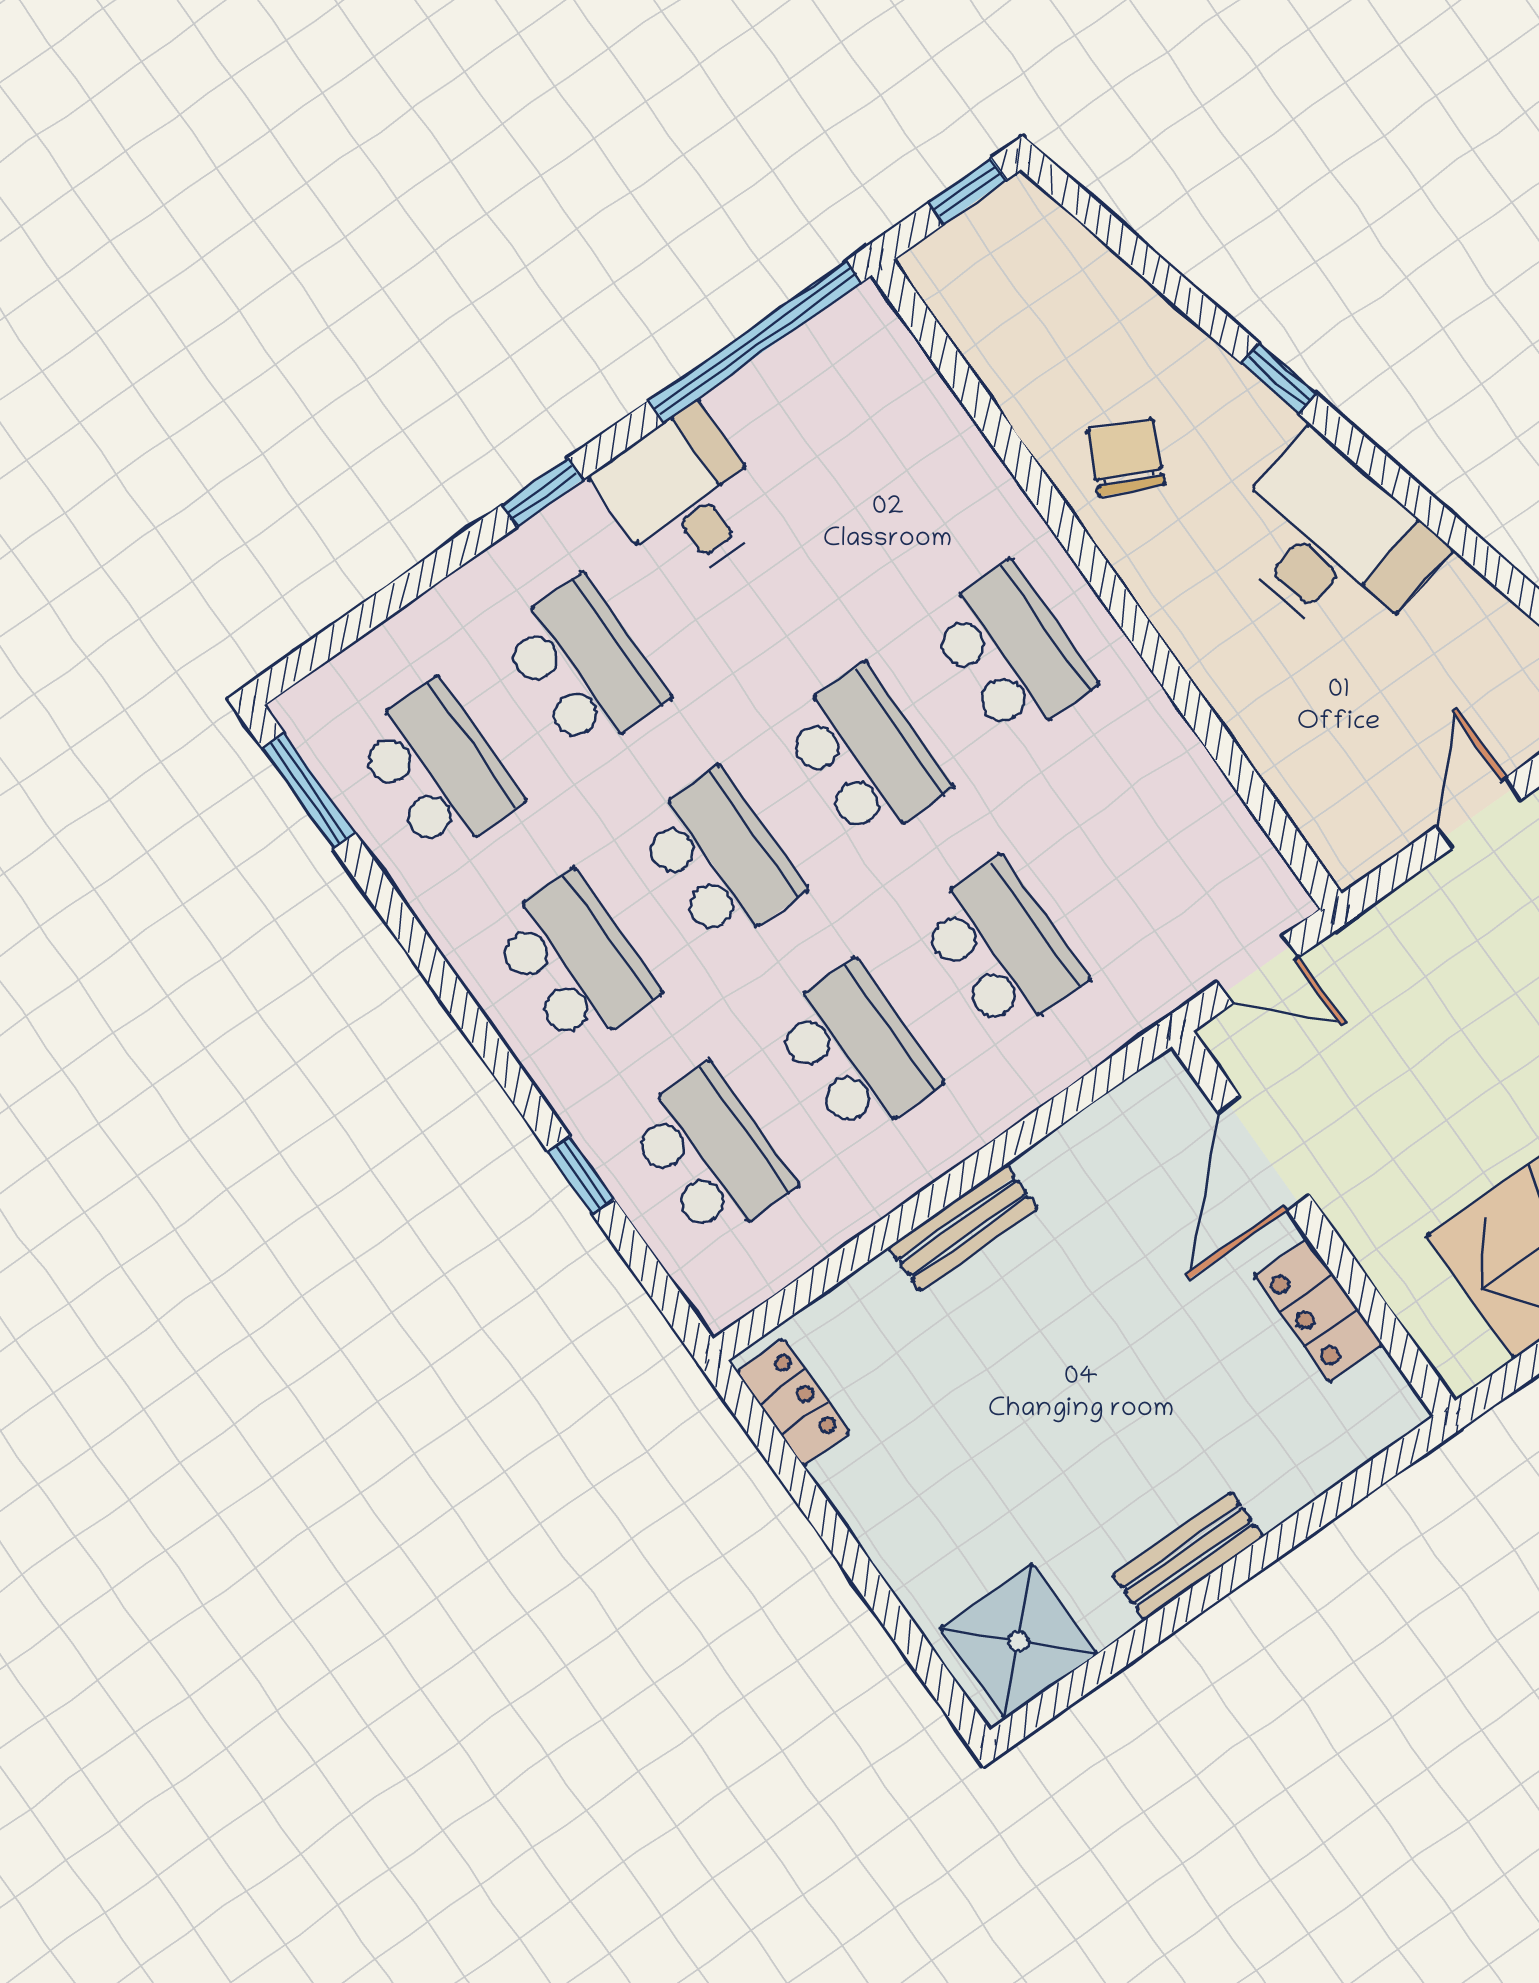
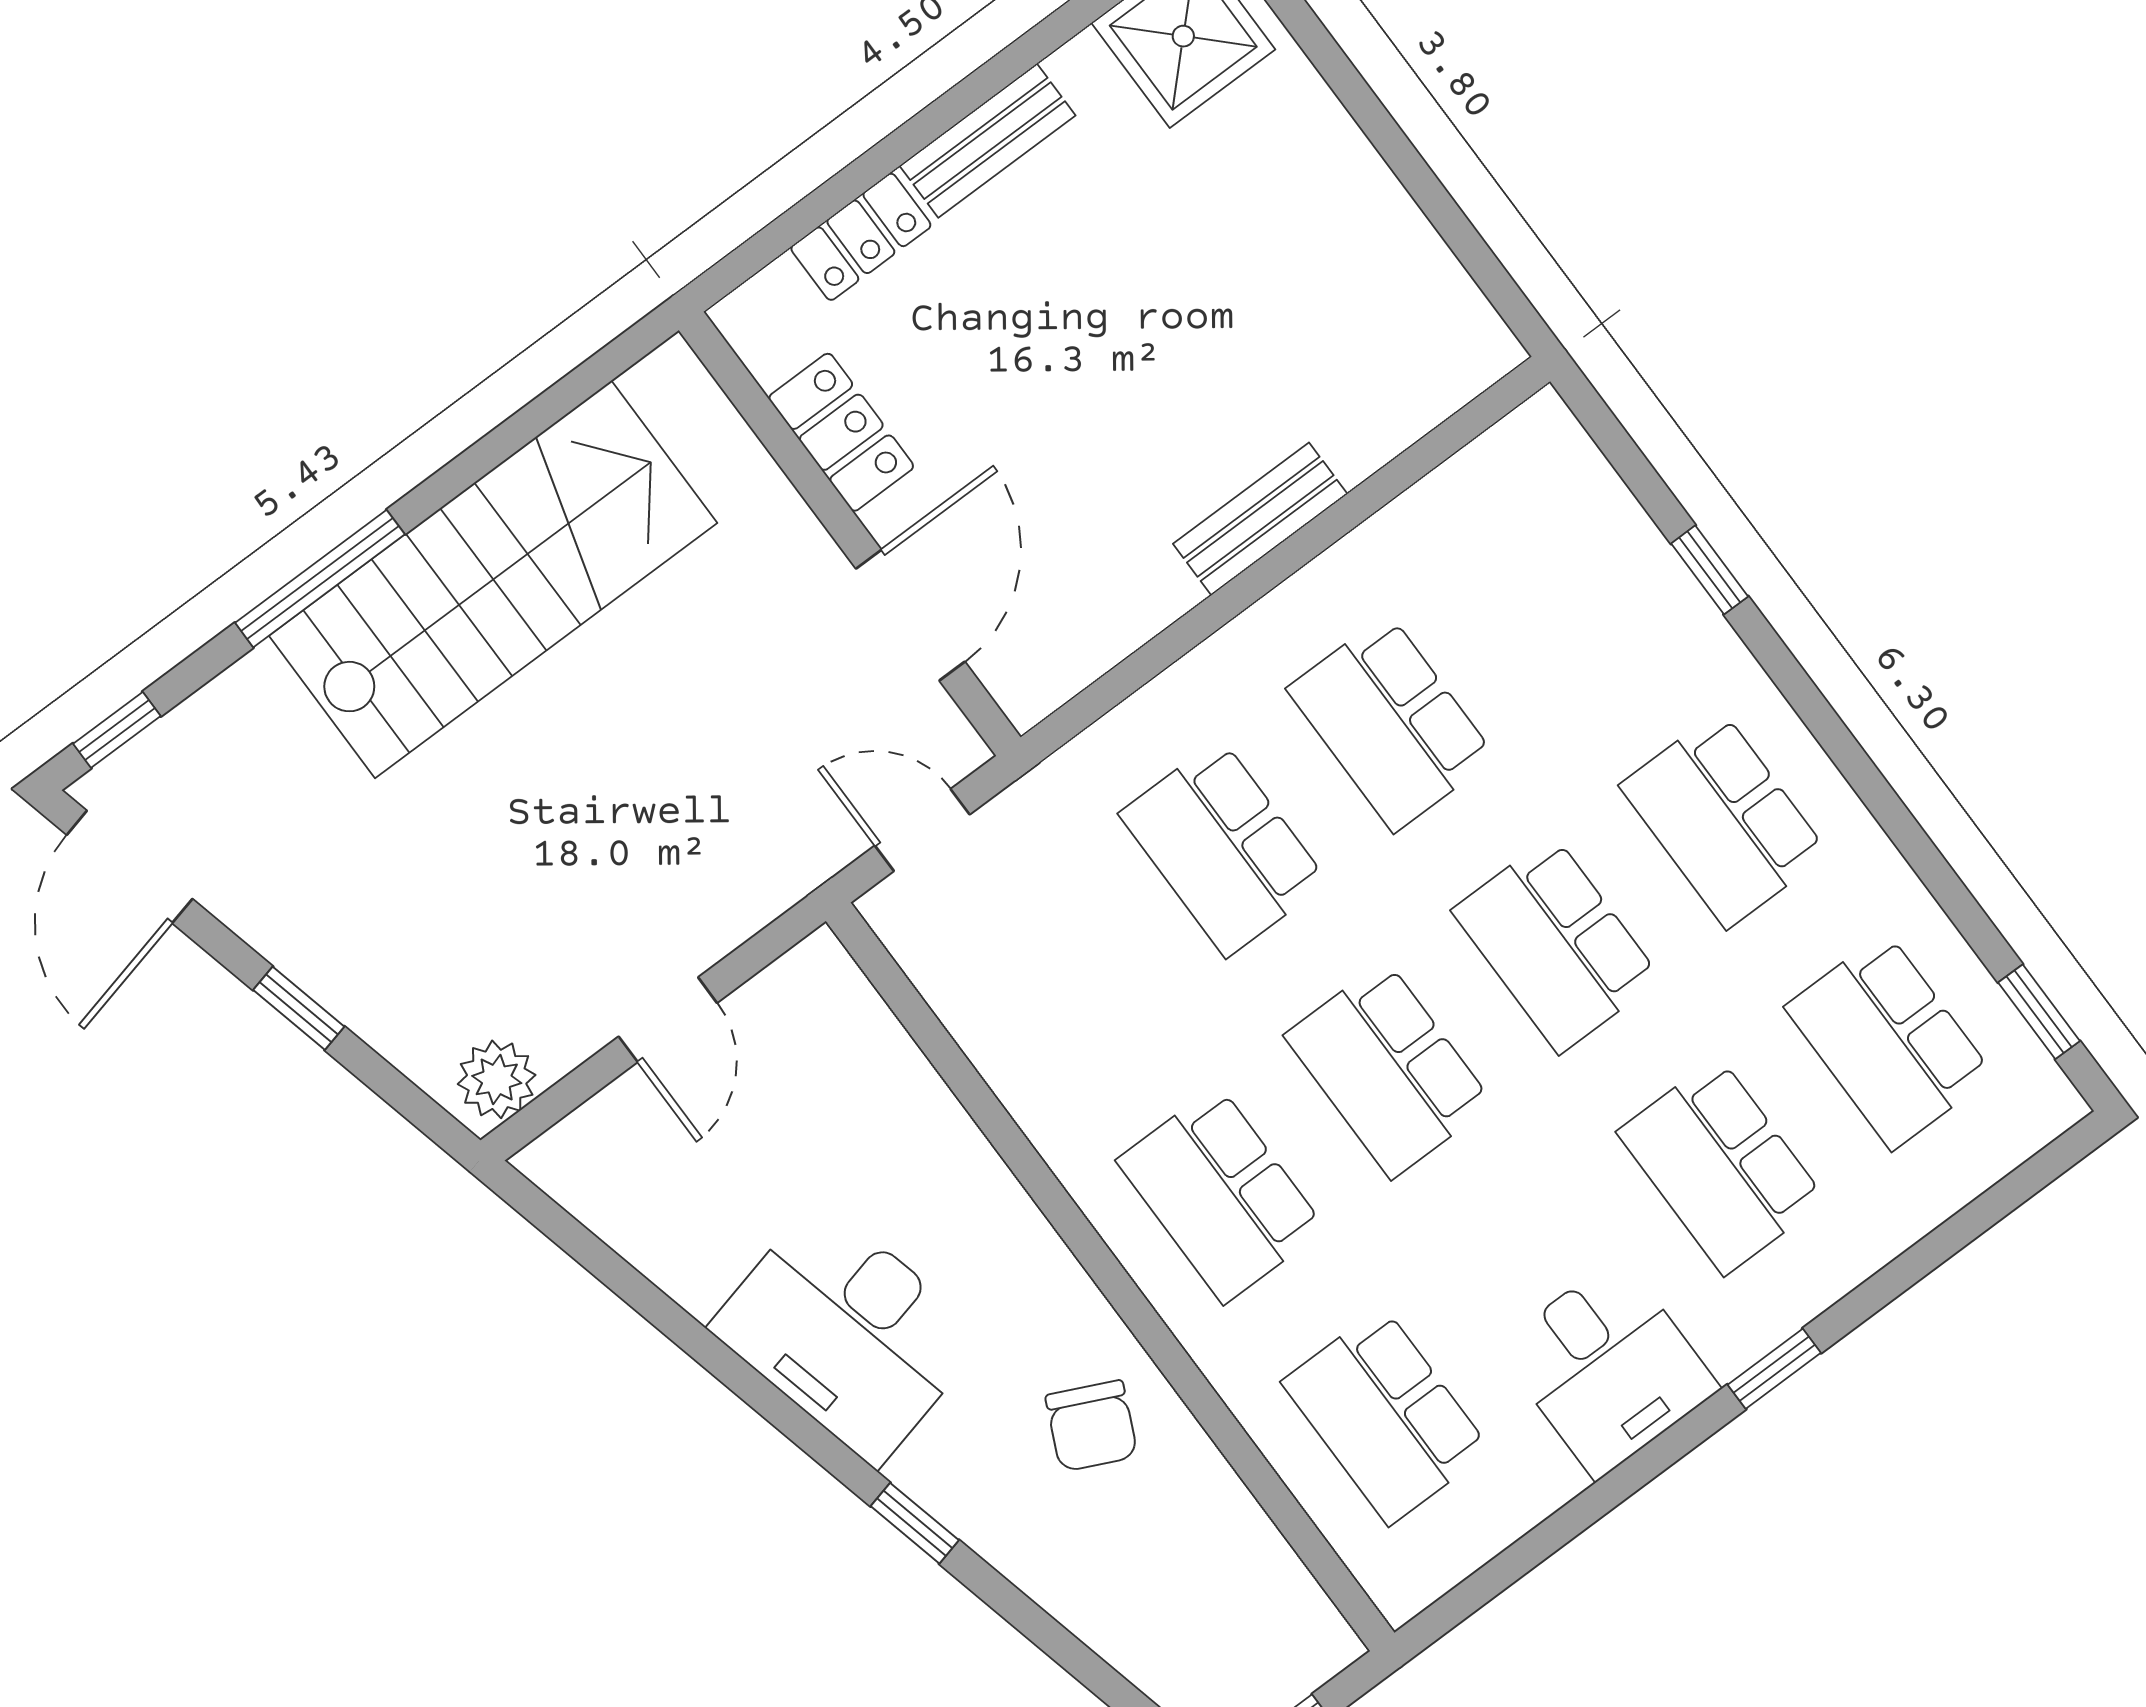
window: (755, 342) -> (1529, 1551), removed
window: (309, 791) -> (2039, 1012), width x0.67
school desk: (710, 1154) -> (1386, 1416), moved
locker: (793, 1402) -> (861, 237), moved, turned -90

